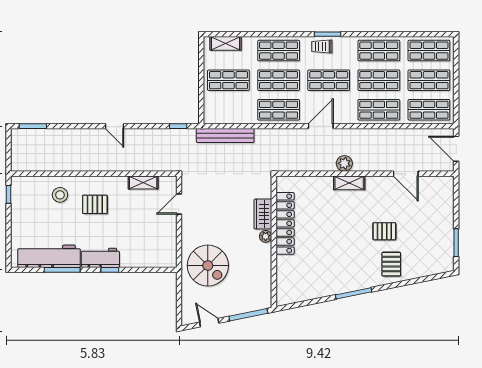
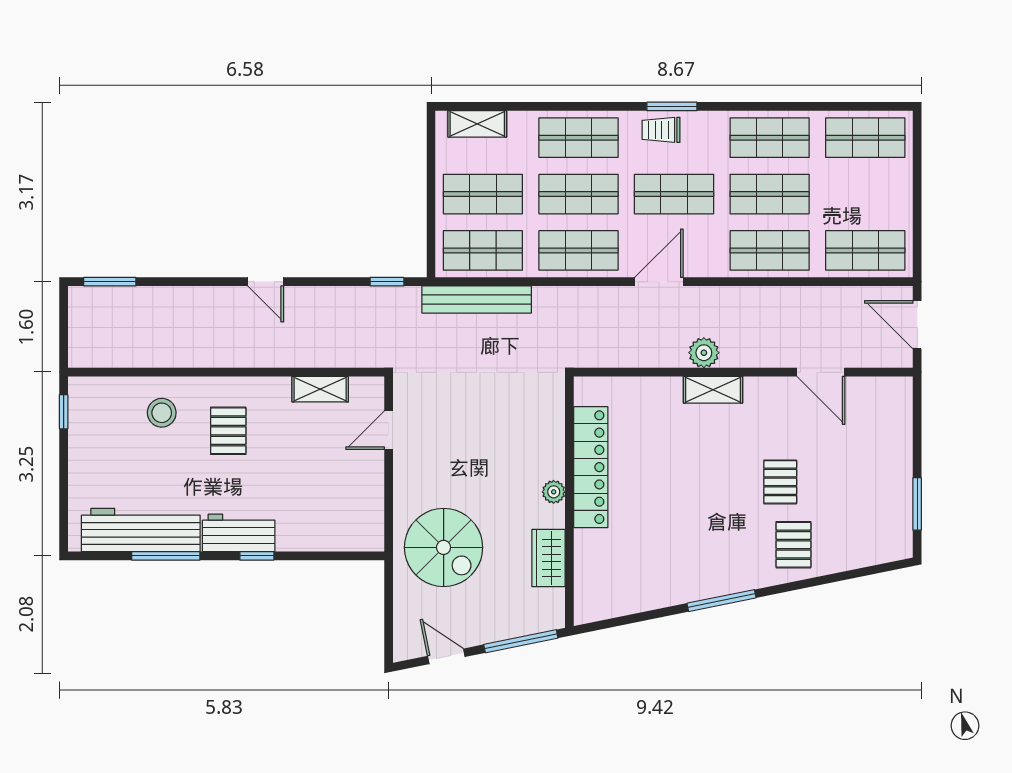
shop shelf: (429, 80) -> (483, 250), moved
pallet: (95, 204) -> (228, 431), turned 90
wardrobe: (263, 214) -> (549, 558), moved
pallet: (384, 231) -> (780, 482), turned 90

